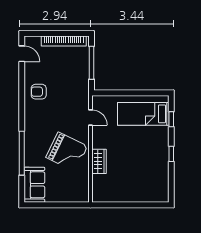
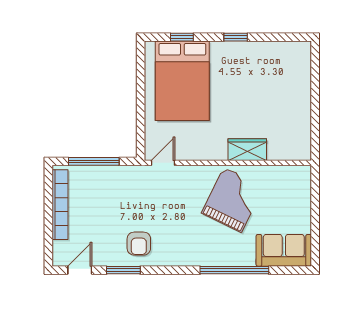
window: (22, 82) -> (123, 270), added
bed: (143, 114) -> (182, 81), width x1.50
door: (90, 118) -> (163, 163), moved

